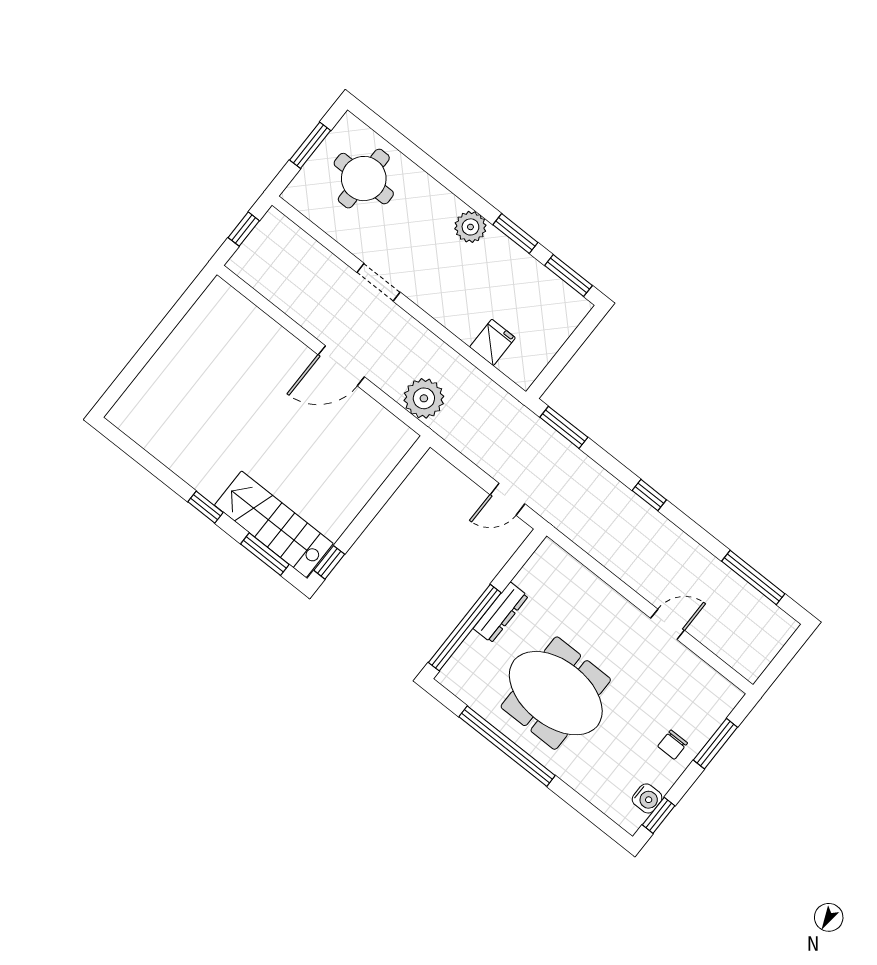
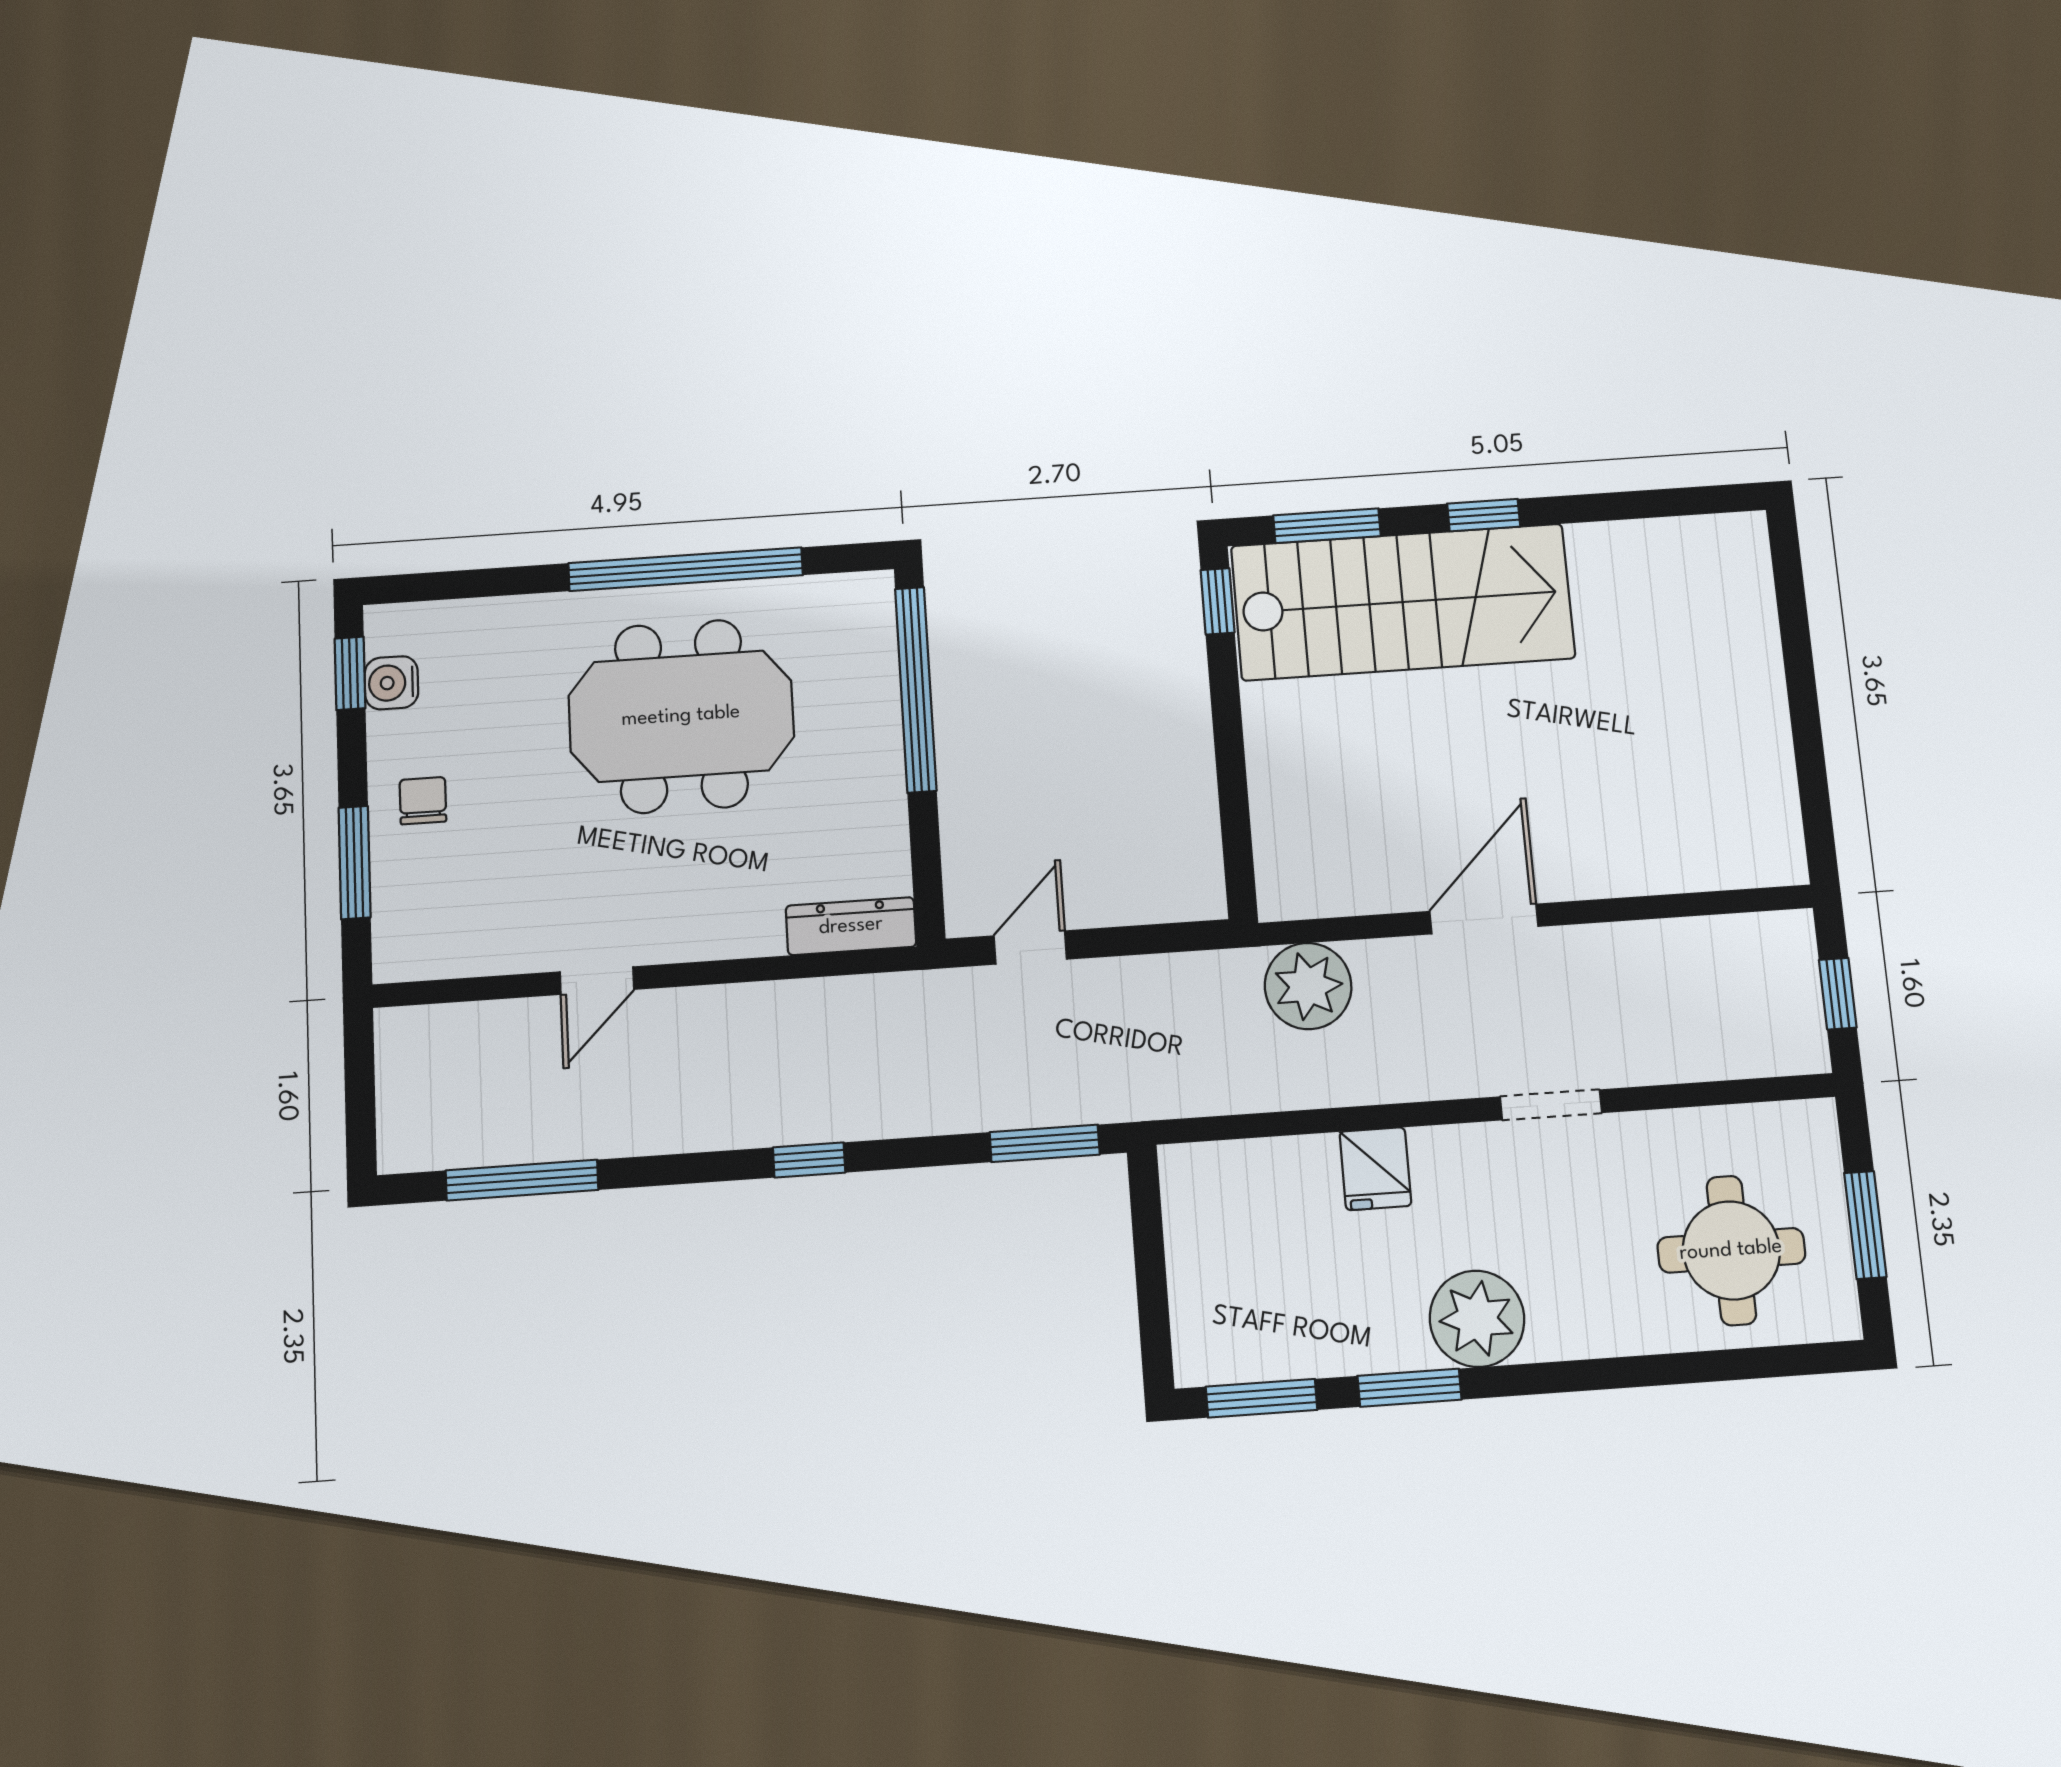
plant: (470, 227) -> (1477, 1319), width x1.36, depth x1.36
fridge: (492, 342) -> (1375, 1169), moved
stairs: (274, 524) -> (1403, 602), width x1.36, depth x1.51
dresser: (501, 612) -> (851, 926), moved, turned 90

